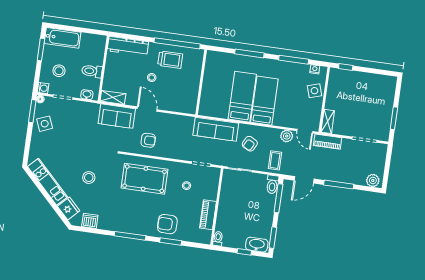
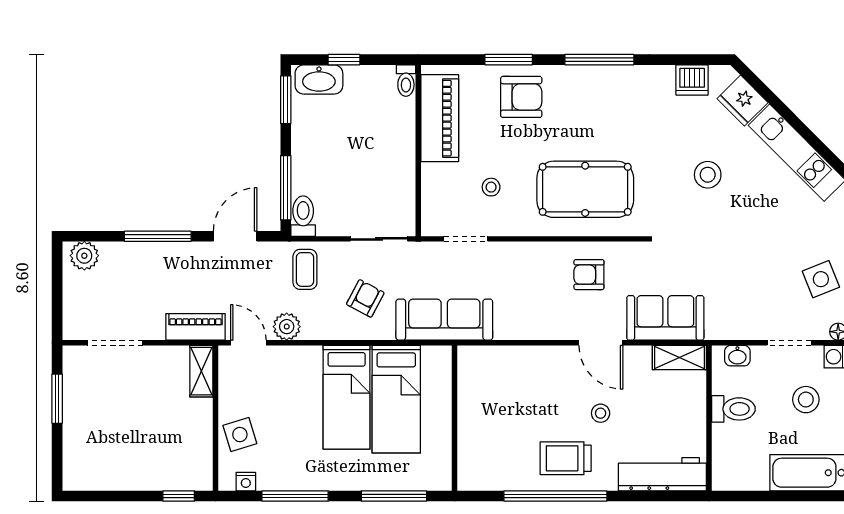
wall: (201, 82) -> (455, 418), moved
piano: (208, 215) -> (440, 118), width x1.37, depth x1.33

